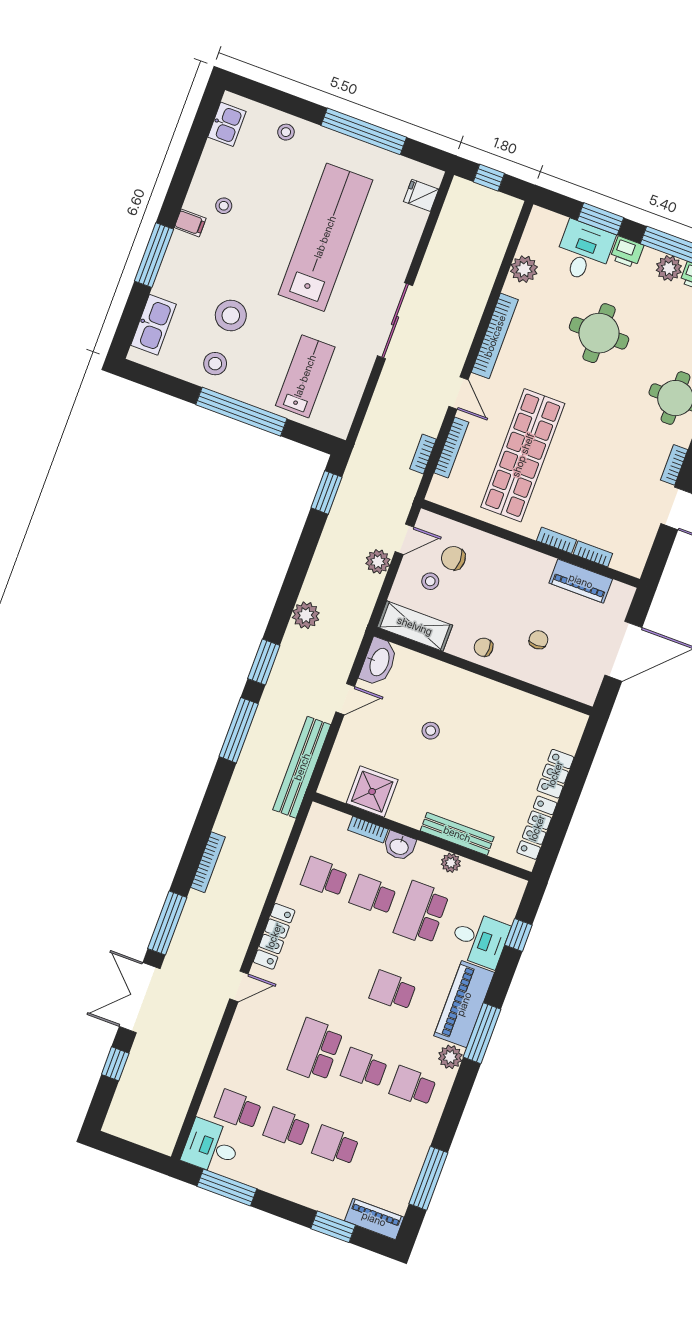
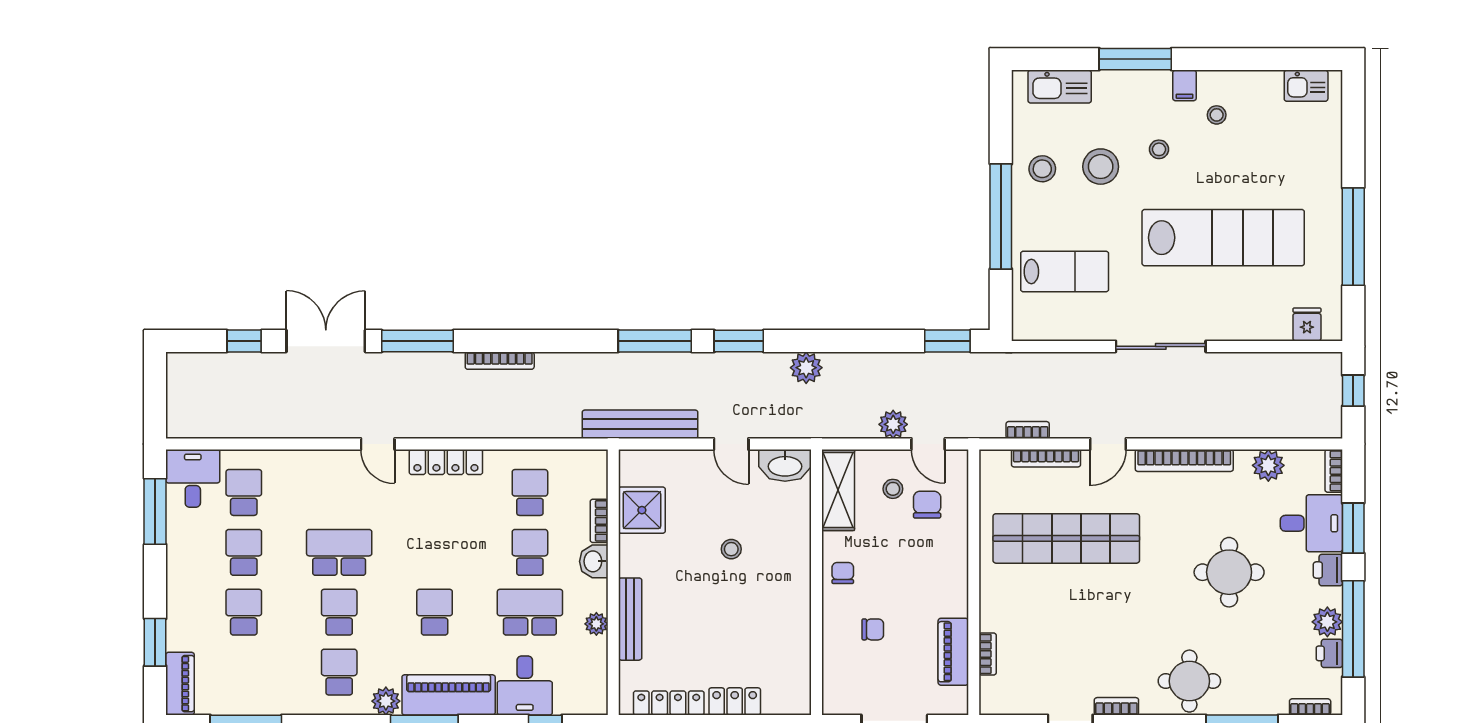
stool: (286, 132) -> (1159, 149), moved
bookcase: (556, 540) -> (1334, 471), moved, turned 180

